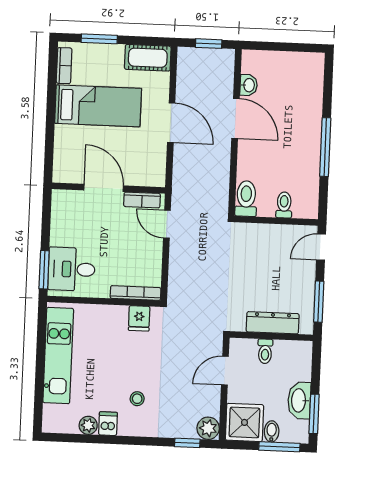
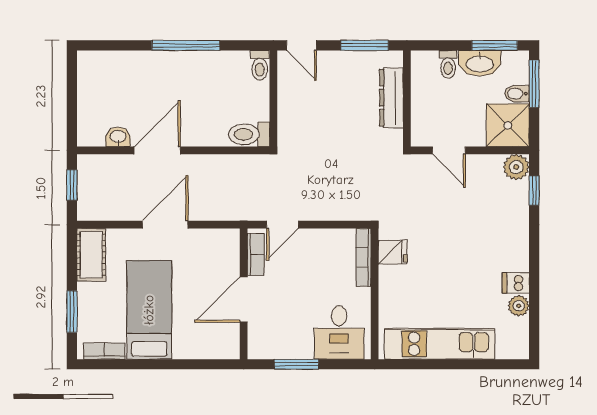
toilet: (284, 205) -> (260, 65), moved, turned -90
window: (44, 270) -> (296, 364), moved
toilet: (265, 351) -> (448, 64), moved, turned 90
stool: (137, 399) -> (486, 250), removed

